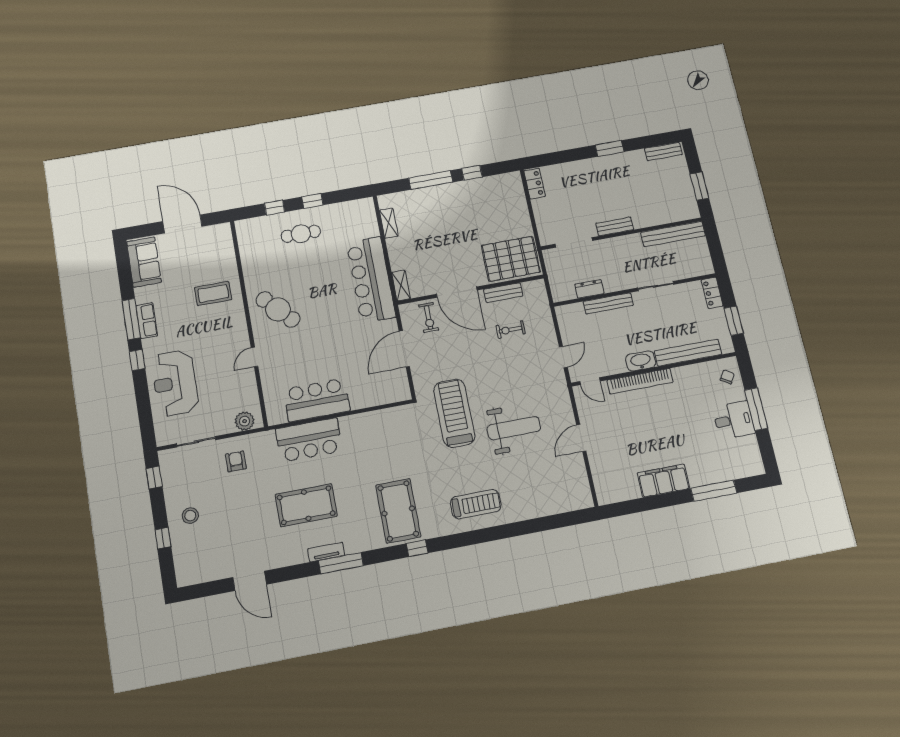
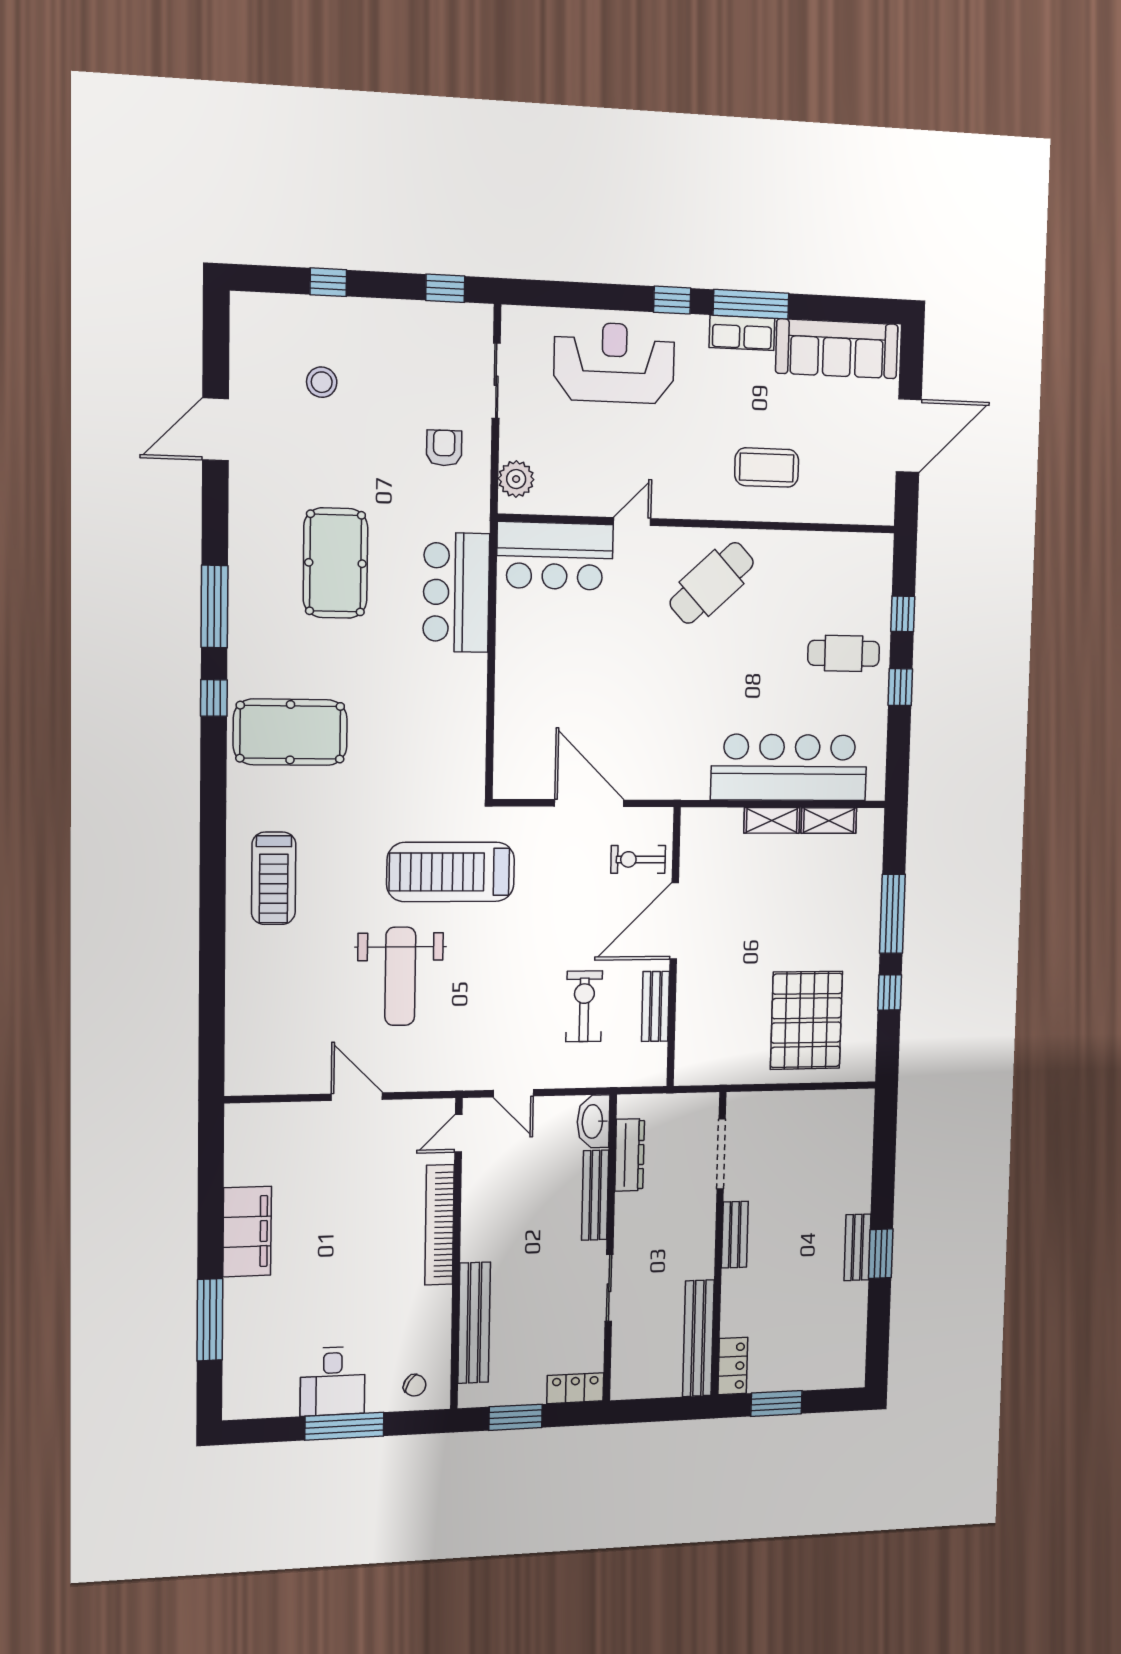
bench: (663, 152) -> (857, 1247), moved
locker: (535, 184) -> (733, 1366), moved, turned -90
cafe table: (301, 234) -> (844, 653), turned 90
pallet: (511, 259) -> (806, 1020), moved
sofa: (144, 262) -> (837, 349), width x1.36
bar counter: (371, 280) -> (789, 767), moved
shelving: (401, 286) -> (772, 820), moved
dresser: (589, 289) -> (630, 1155), width x1.44
coffee table: (213, 294) -> (767, 467), turned 90
exercise bike: (511, 330) -> (584, 1006), width x1.38, depth x1.39
door: (255, 357) -> (632, 521), hinge flipped
washbasin: (641, 361) -> (593, 1121), moved, turned 180
bar counter: (317, 400) -> (555, 556), moved, turned 90
treadmill: (454, 413) -> (451, 872), turned 180
armchair: (236, 461) -> (444, 448), turned -90
stool: (190, 516) -> (322, 382), moved
window: (417, 548) -> (214, 698), moved
tv unit: (326, 552) -> (241, 583), removed

